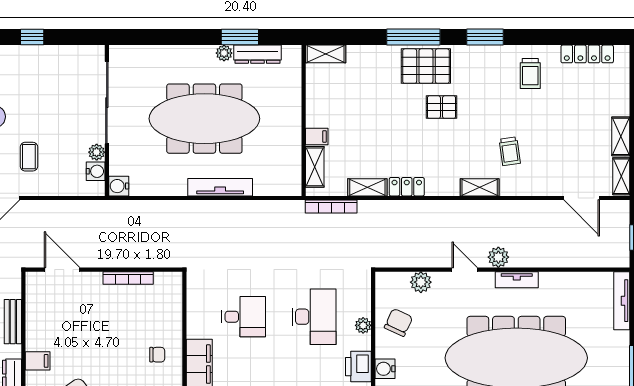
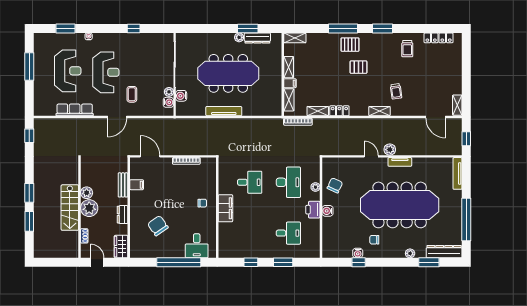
pallet: (426, 66) -> (350, 45), width x0.67, depth x0.71
shelving: (621, 136) -> (289, 67), moved
water cooler: (119, 186) -> (181, 96), moved
tv unit: (220, 187) -> (224, 111), moved
plant: (421, 282) -> (347, 163), removed
filing cabinet: (38, 361) -> (137, 185), moved

